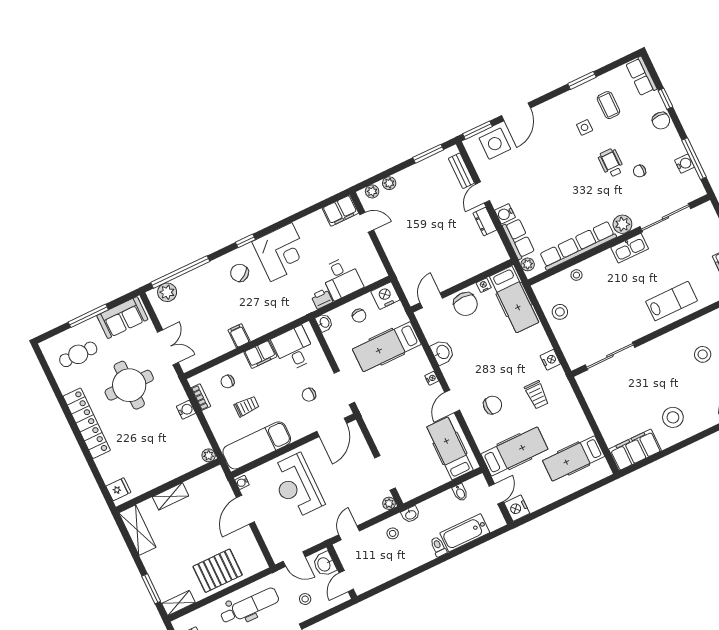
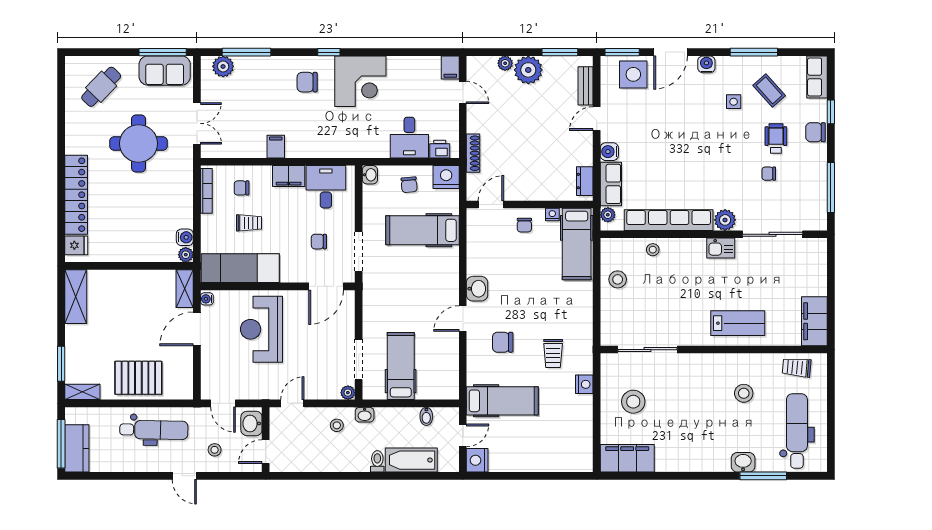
window: (582, 80) -> (754, 52), width x1.44
coffee table: (608, 105) -> (769, 90), turned -42
chair: (661, 121) -> (816, 132), turned 90
wheelchair: (611, 163) -> (776, 138), moved
water cooler: (684, 164) -> (706, 64), moved, turned -90
plant: (372, 191) -> (528, 70), moved, width x1.87, depth x1.87
filing cabinet: (340, 211) -> (450, 67), width x0.50
dresser: (485, 222) -> (585, 181), moved
kitchen sink: (630, 248) -> (721, 248), width x0.73
shoe rack: (398, 267) -> (473, 153), added
window: (180, 272) -> (247, 52), width x0.68
chair: (240, 273) -> (307, 82), turned -53
printer: (322, 299) -> (440, 149), moved
chair: (465, 304) -> (524, 225), width x0.54, depth x0.54
window: (88, 316) -> (163, 52), moved
washbasin: (442, 352) -> (477, 289), moved
cafe table: (78, 354) -> (101, 87), turned -46
nightstand: (550, 360) -> (584, 384), moved
nightstand: (432, 378) -> (453, 285), removed
bookcase: (201, 397) -> (206, 191), width x1.56
chair: (493, 405) -> (503, 342), turned 180
water cooler: (186, 410) -> (185, 237), moved
stool: (673, 417) -> (633, 402), moved
locker: (87, 423) -> (76, 195), moved
hospital bed: (450, 448) -> (401, 366), moved
hospital bed: (574, 458) -> (560, 437), removed
shelving: (171, 496) -> (185, 289), moved, turned 90

